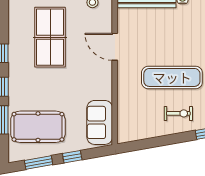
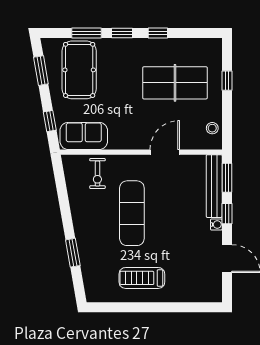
exercise bike: (178, 113) -> (97, 174), moved
window: (72, 157) -> (50, 121), moved

